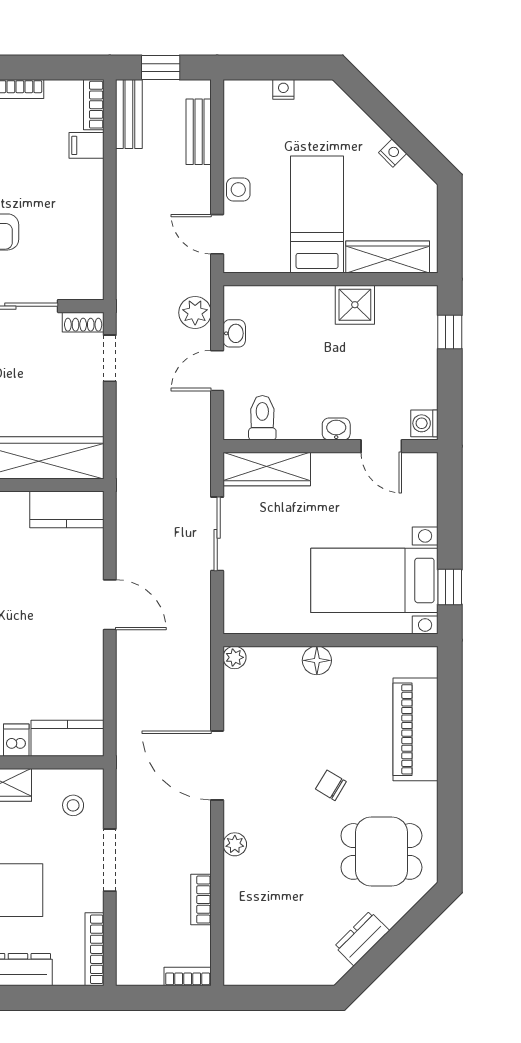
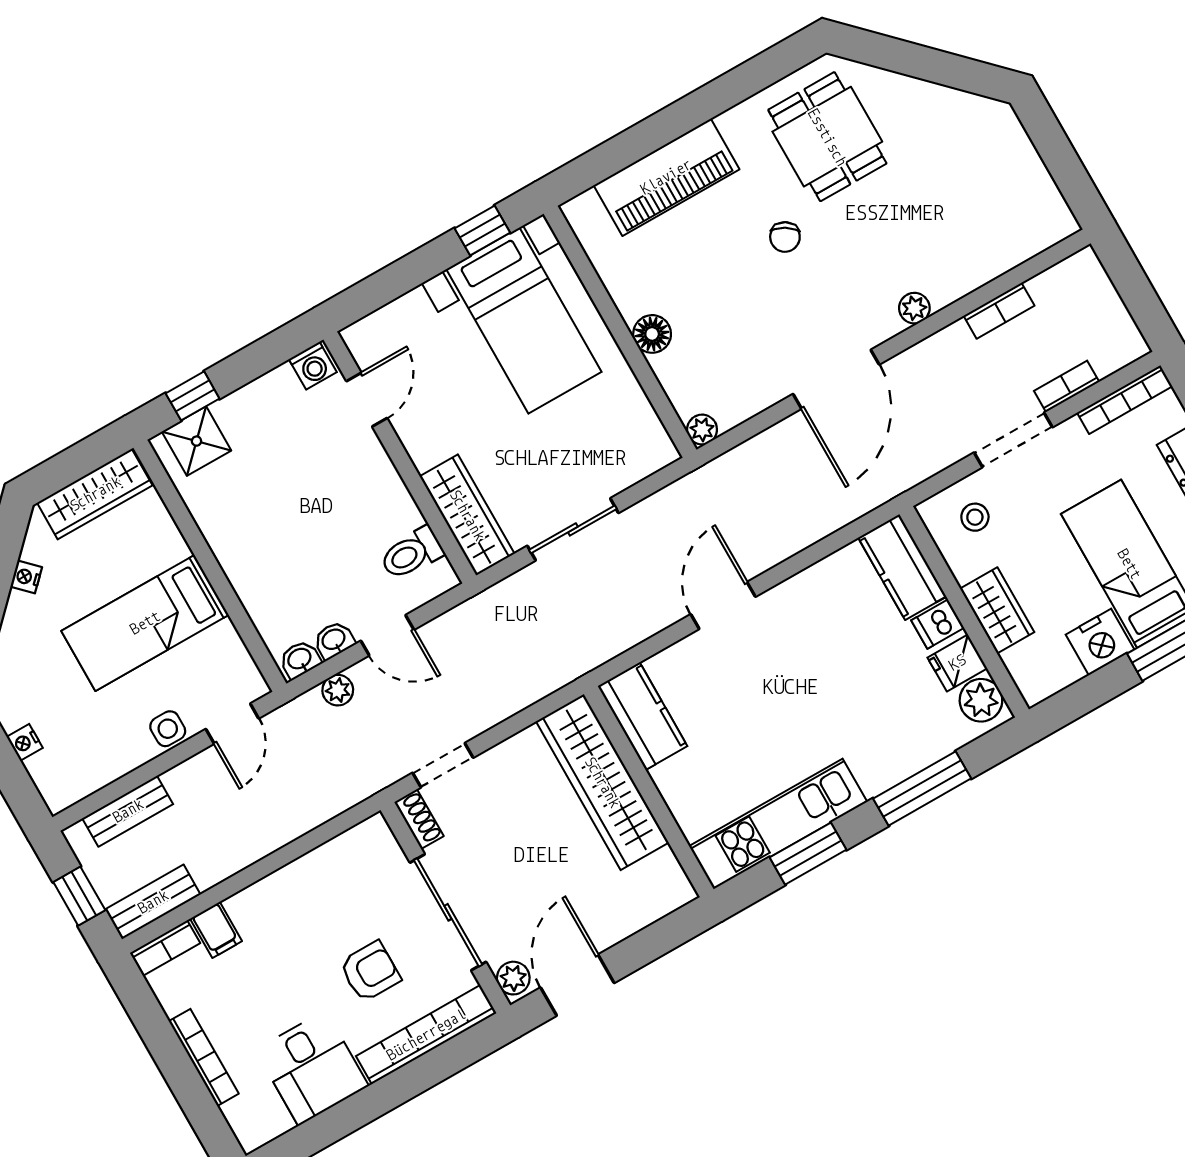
wardrobe: (388, 257) -> (95, 494), moved, turned -90
shower: (355, 305) -> (196, 441), moved
plant: (195, 313) -> (338, 690), width x0.73, depth x0.73
washbasin: (336, 429) -> (300, 659), moved, turned 90
dresser: (362, 938) -> (939, 102), removed
bookcase: (188, 977) -> (1067, 386), moved, turned 90

